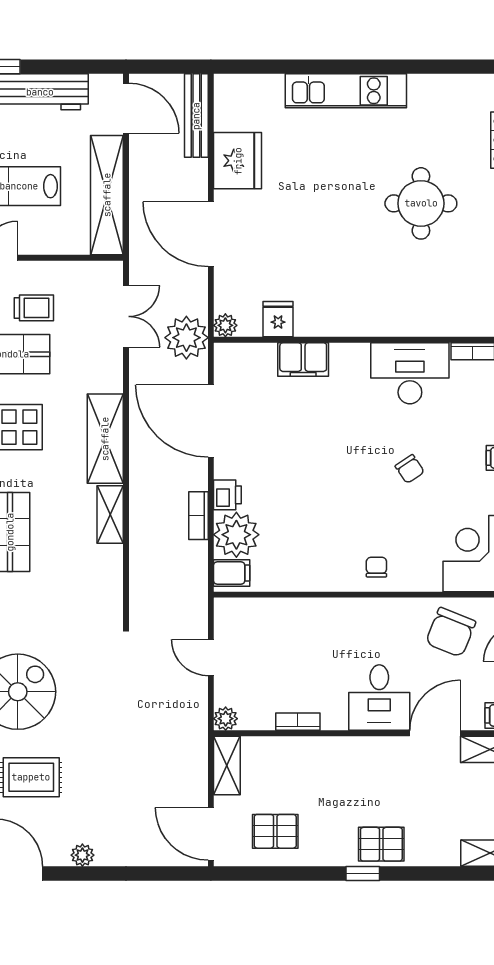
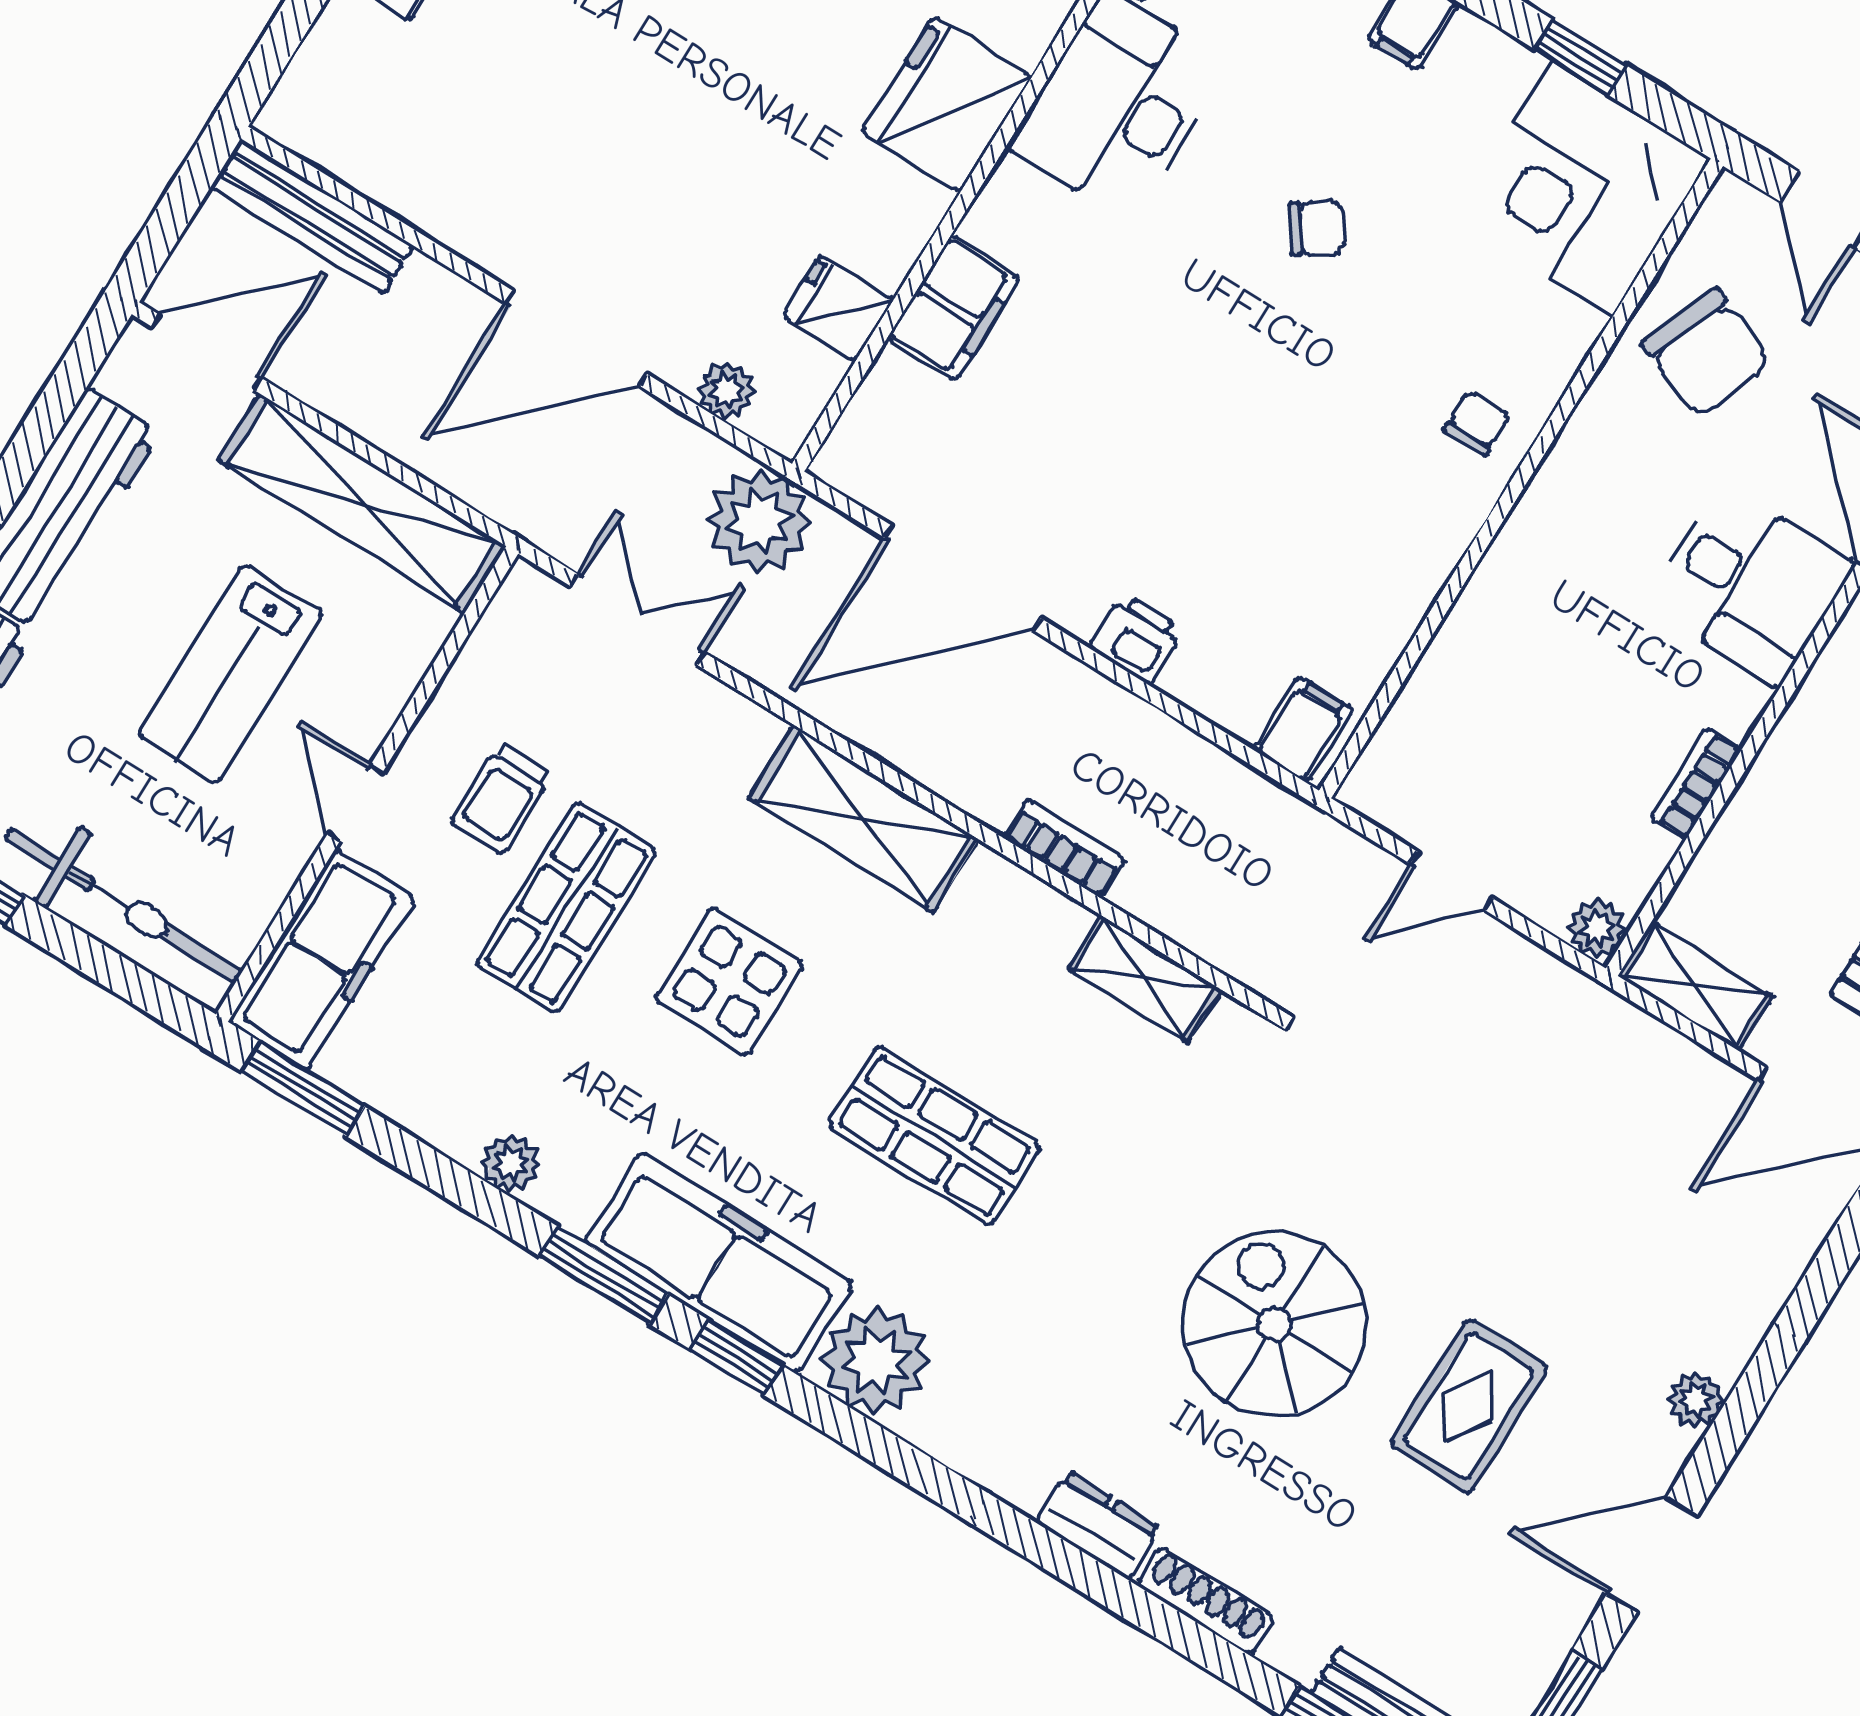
fridge: (238, 161) -> (947, 105), moved, turned -90
trolley: (34, 308) -> (501, 799), turned 180
plant: (225, 325) -> (726, 390), moved
shelving: (110, 514) -> (1144, 979), moved
bookcase: (198, 516) -> (1064, 849), moved, turned 180
plant: (236, 535) -> (1230, 671), removed
chair: (376, 567) -> (1477, 423), turned 90

